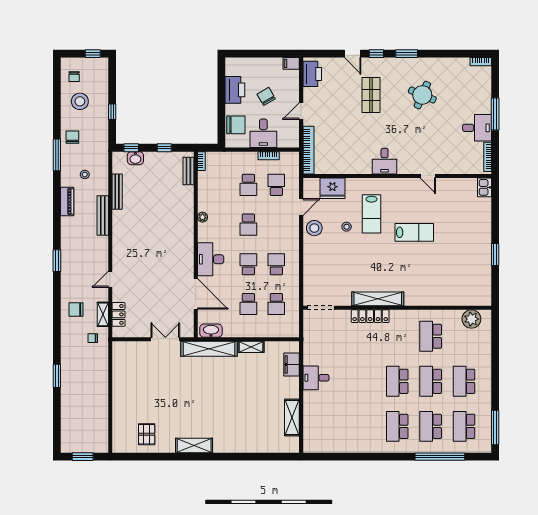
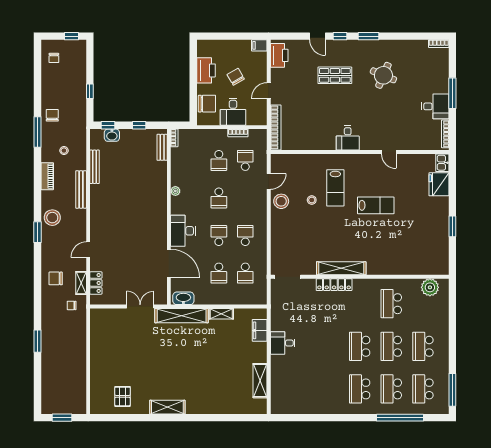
shop shelf: (371, 95) -> (335, 75), turned 90
stool: (80, 101) -> (52, 218), moved
fridge: (332, 188) -> (439, 184), moved, turned 90

